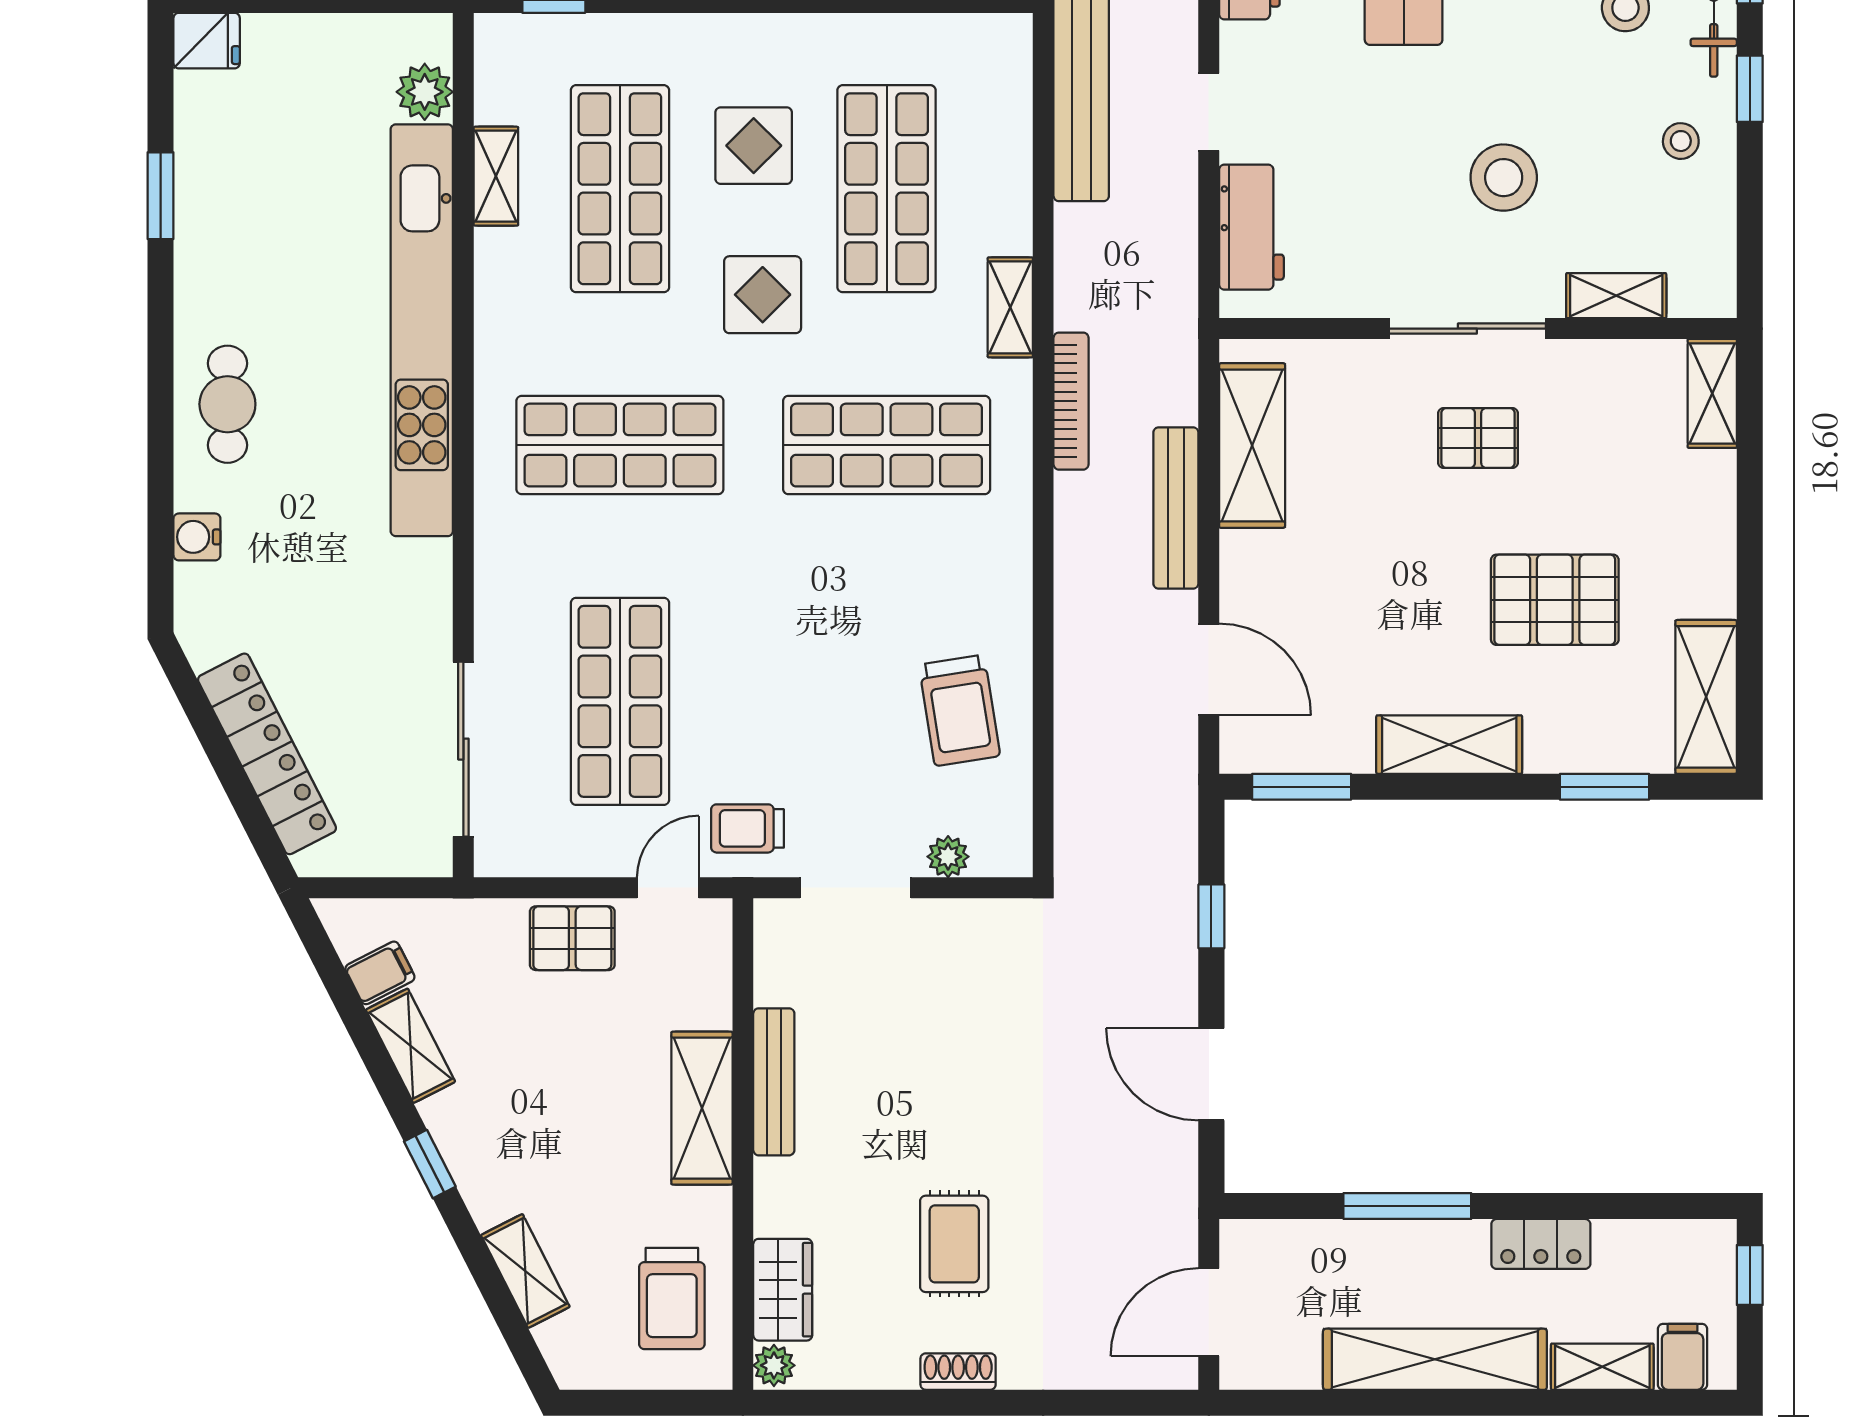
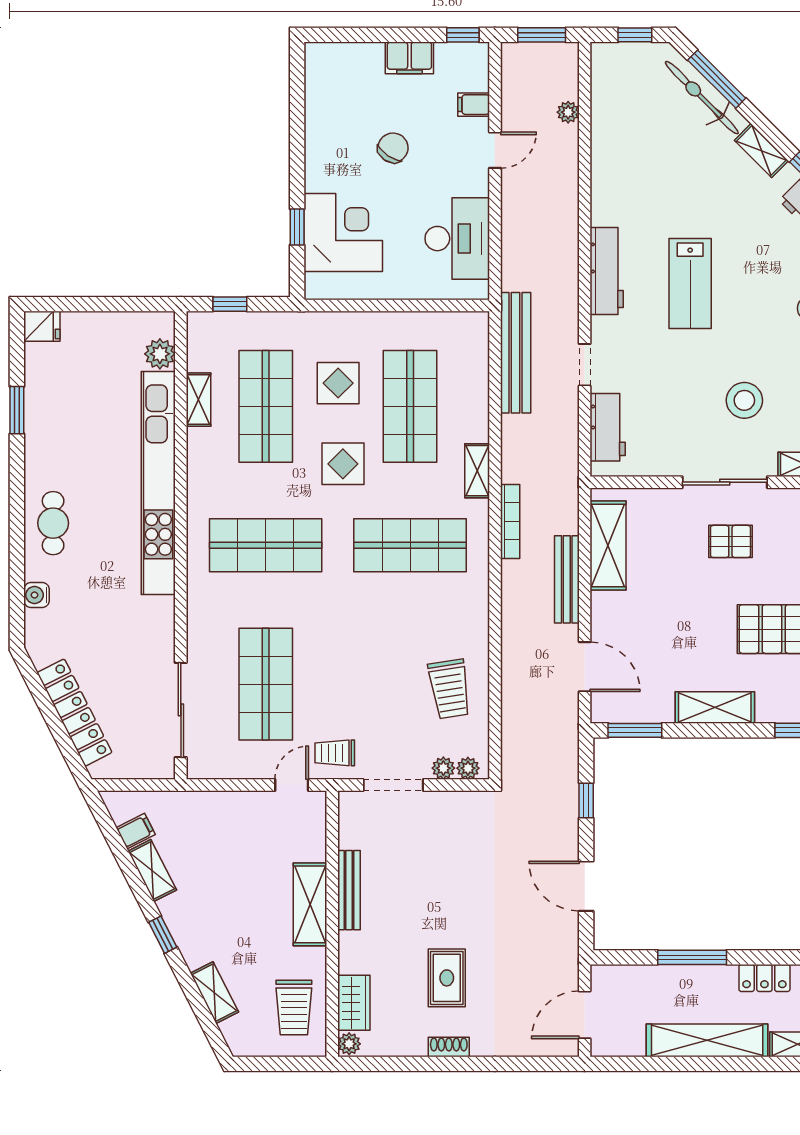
plant: (993, 857) -> (468, 768), added
pallet: (572, 938) -> (240, 812), removed

